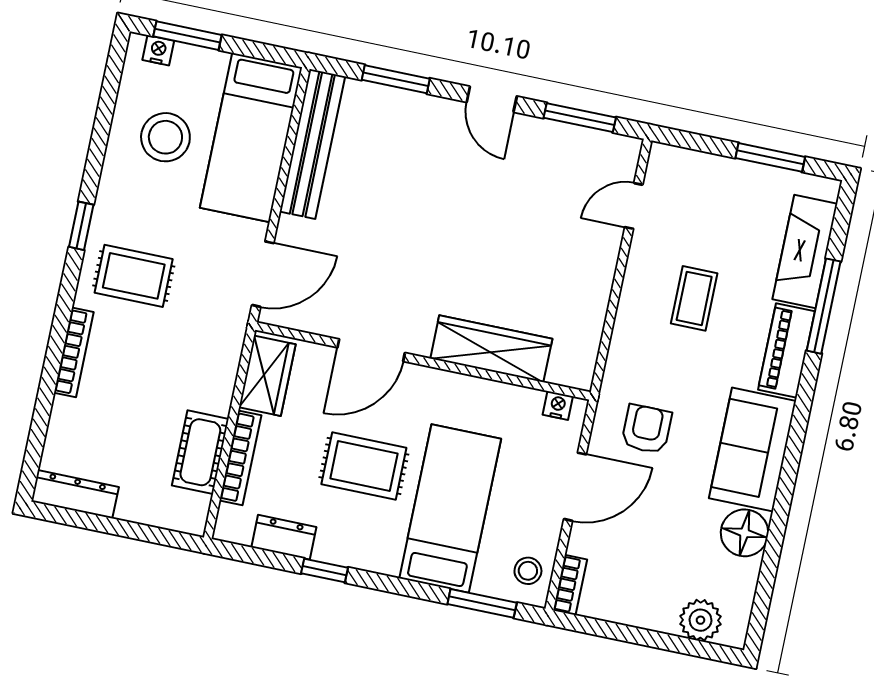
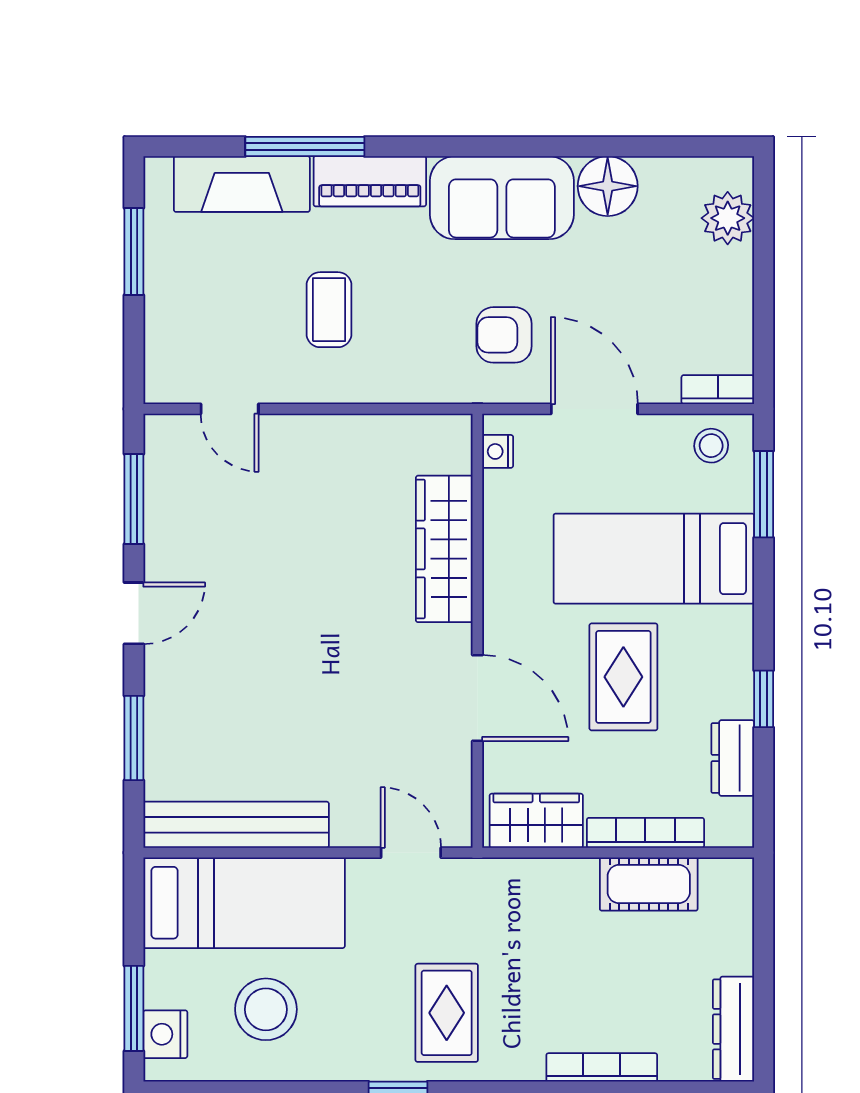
nightstand: (158, 50) -> (165, 1034), width x1.39, depth x1.35
door: (263, 274) -> (411, 853), width x0.73
coffee table: (694, 298) -> (329, 310), turned 90
bookcase: (74, 352) -> (602, 1067), moved

